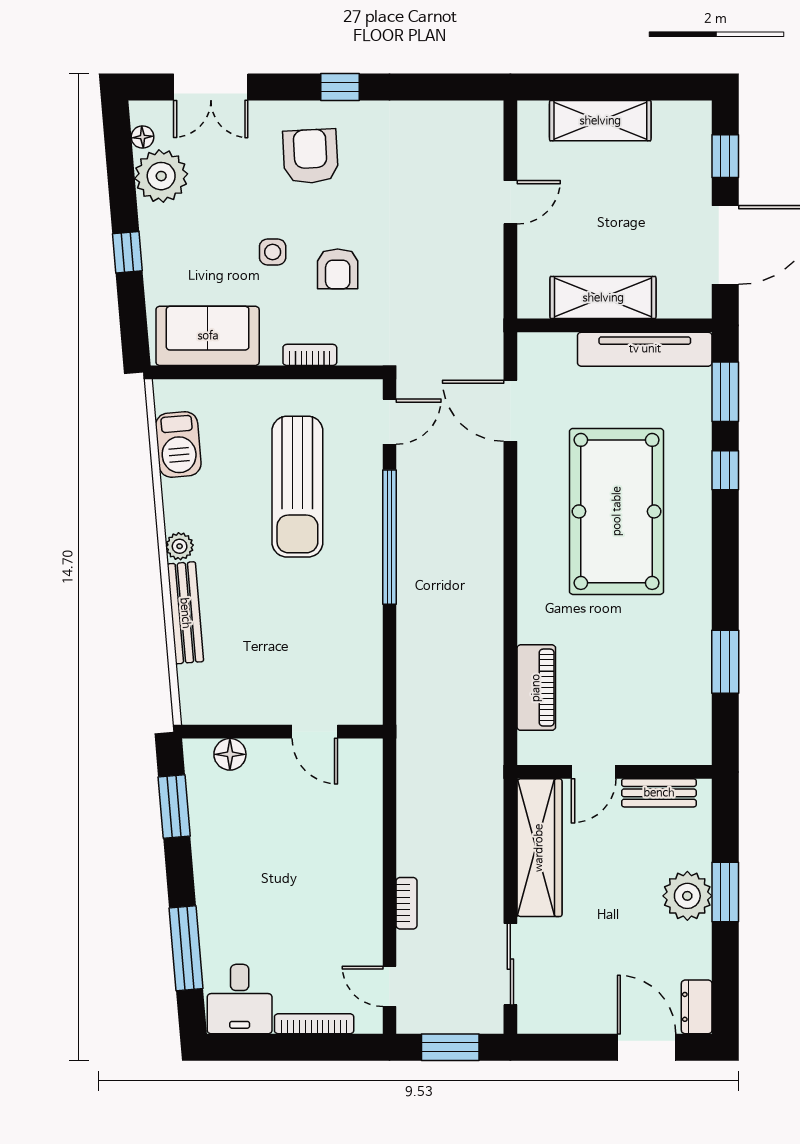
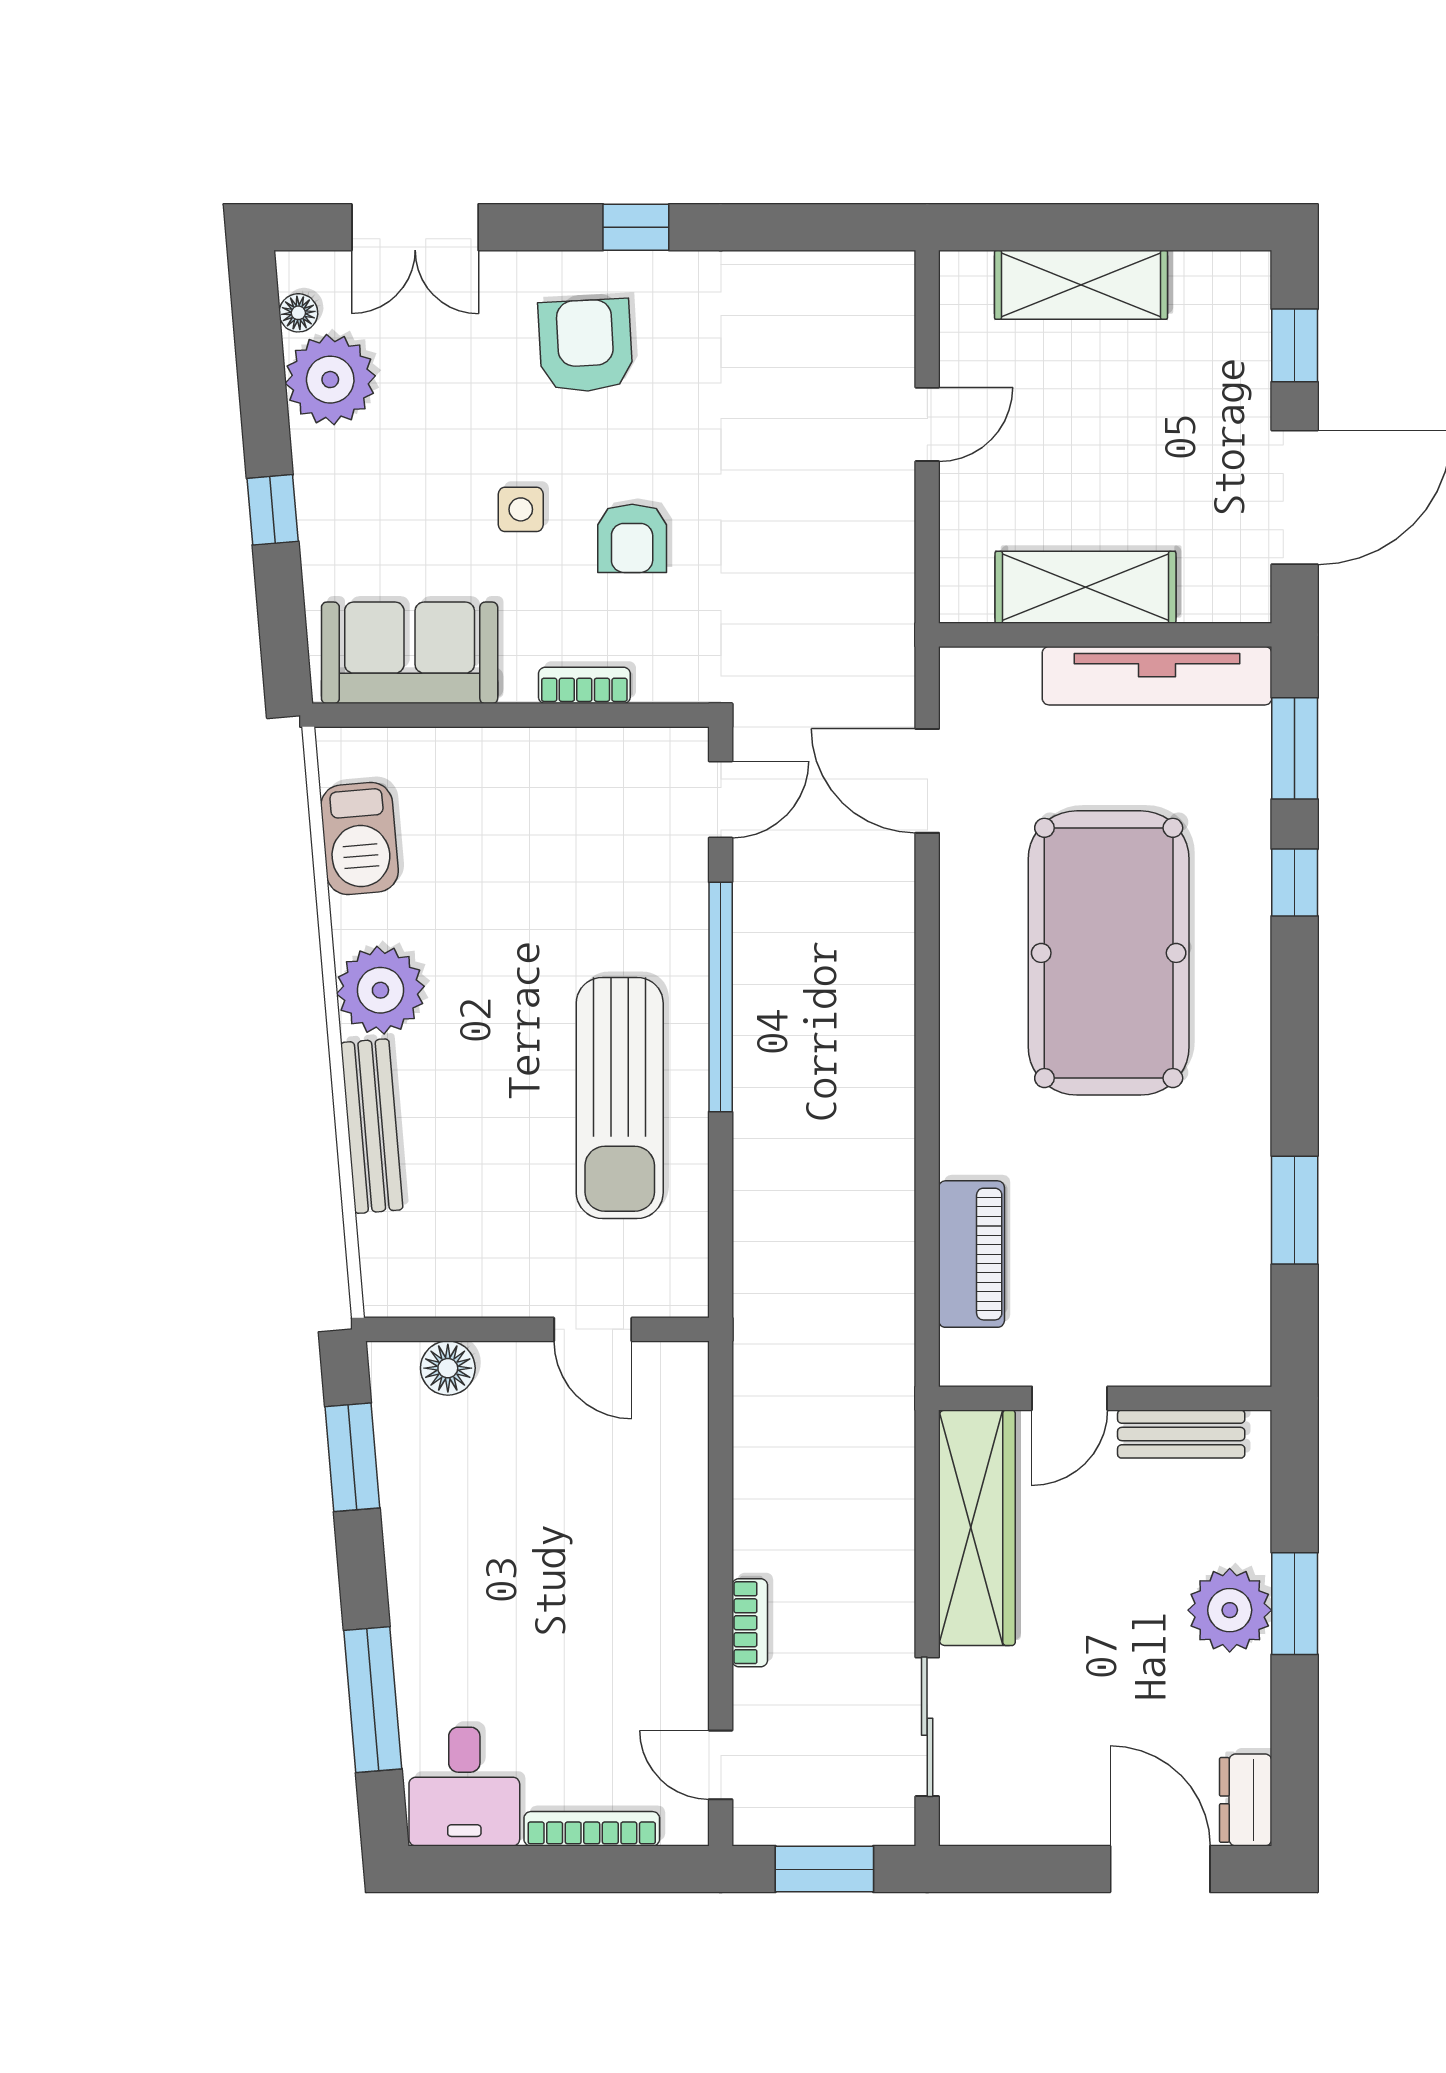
sun lounger: (297, 487) -> (620, 1098), moved
plant: (180, 546) -> (380, 990), width x1.87, depth x1.87

